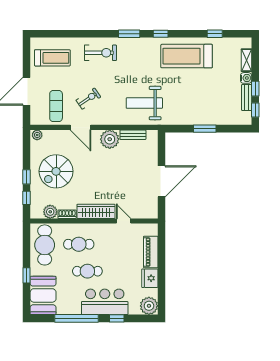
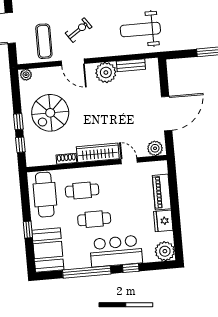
plant: (50, 212) -> (155, 148), moved

